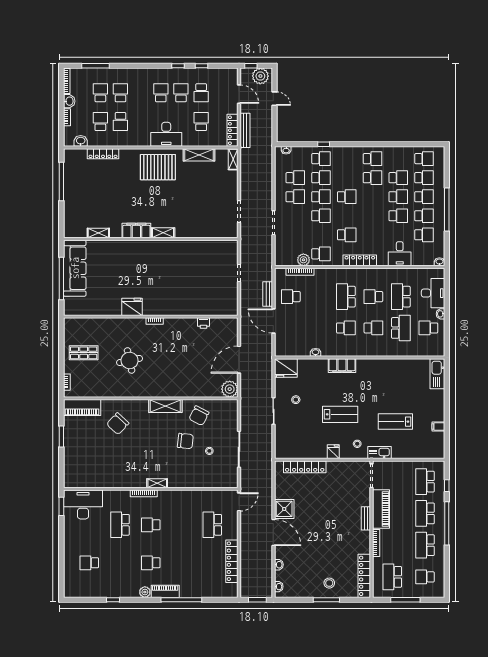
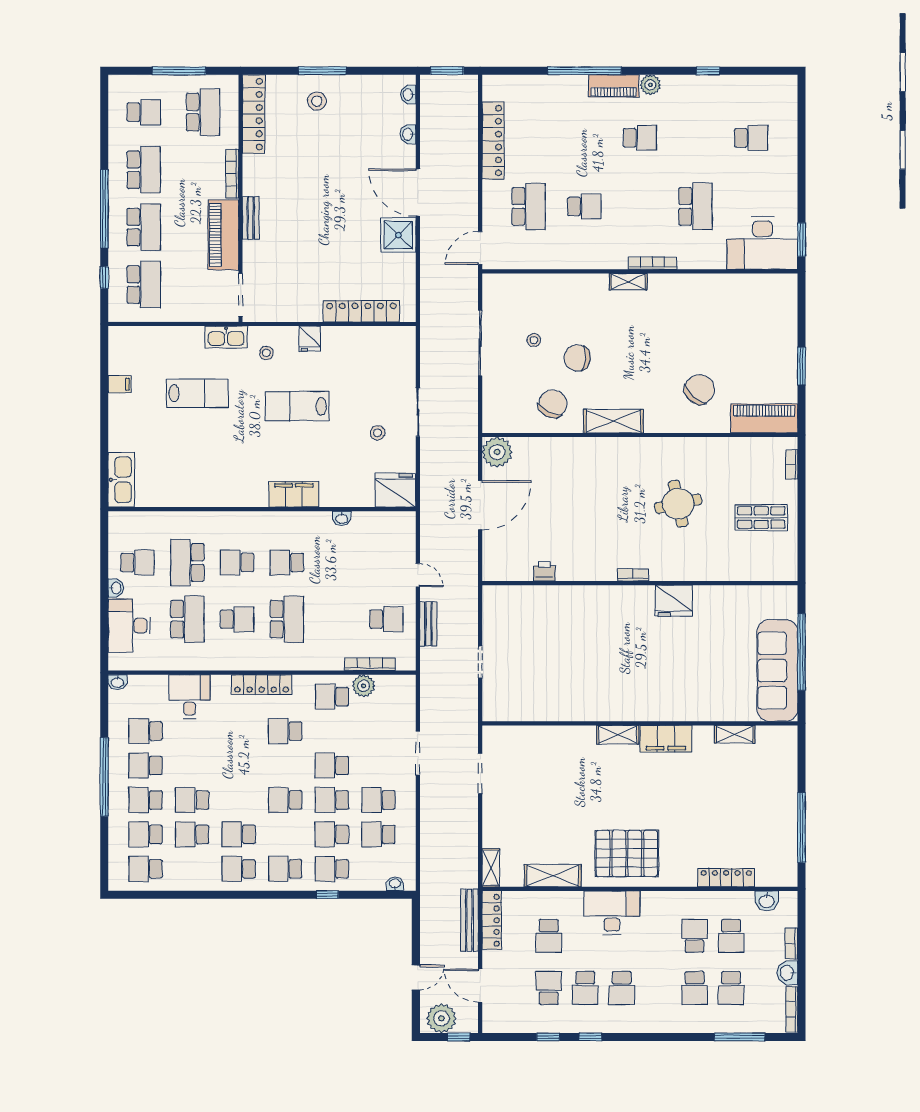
door: (275, 99) -> (416, 977), swing flipped
school desk: (398, 216) -> (285, 869), moved
door: (273, 321) -> (418, 575), width x0.53
school desk: (151, 525) -> (584, 206), moved

